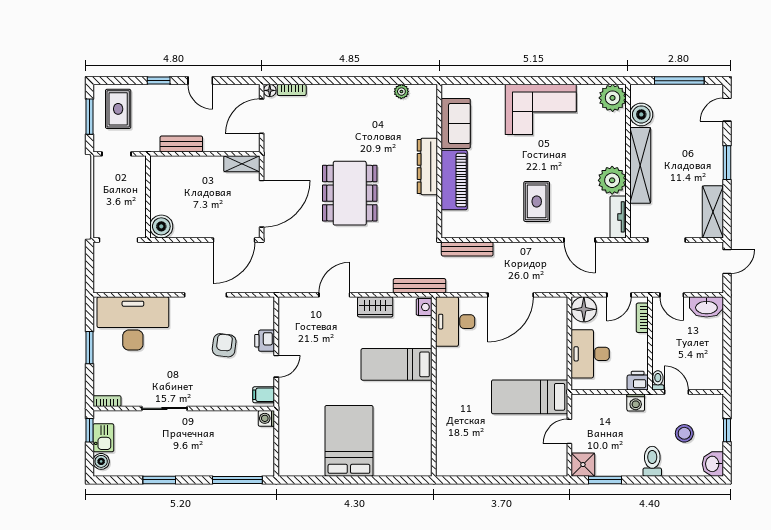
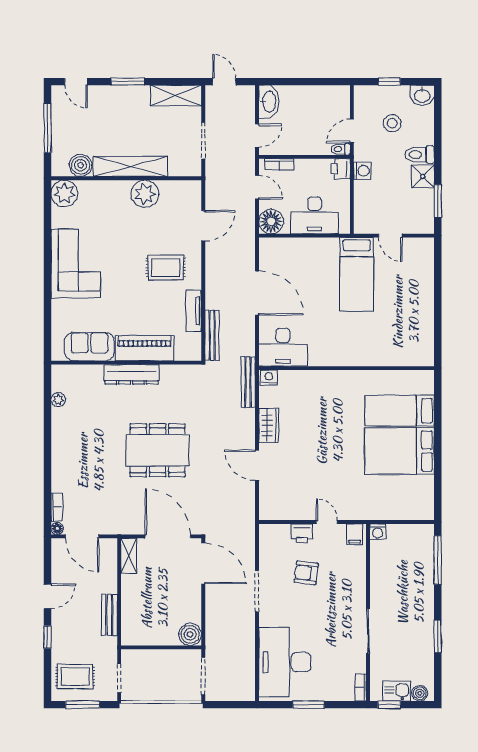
tv unit: (618, 217) -> (194, 311), moved, turned 90
bed: (397, 364) -> (400, 411), moved, turned 90
shower: (583, 465) -> (423, 176), moved

